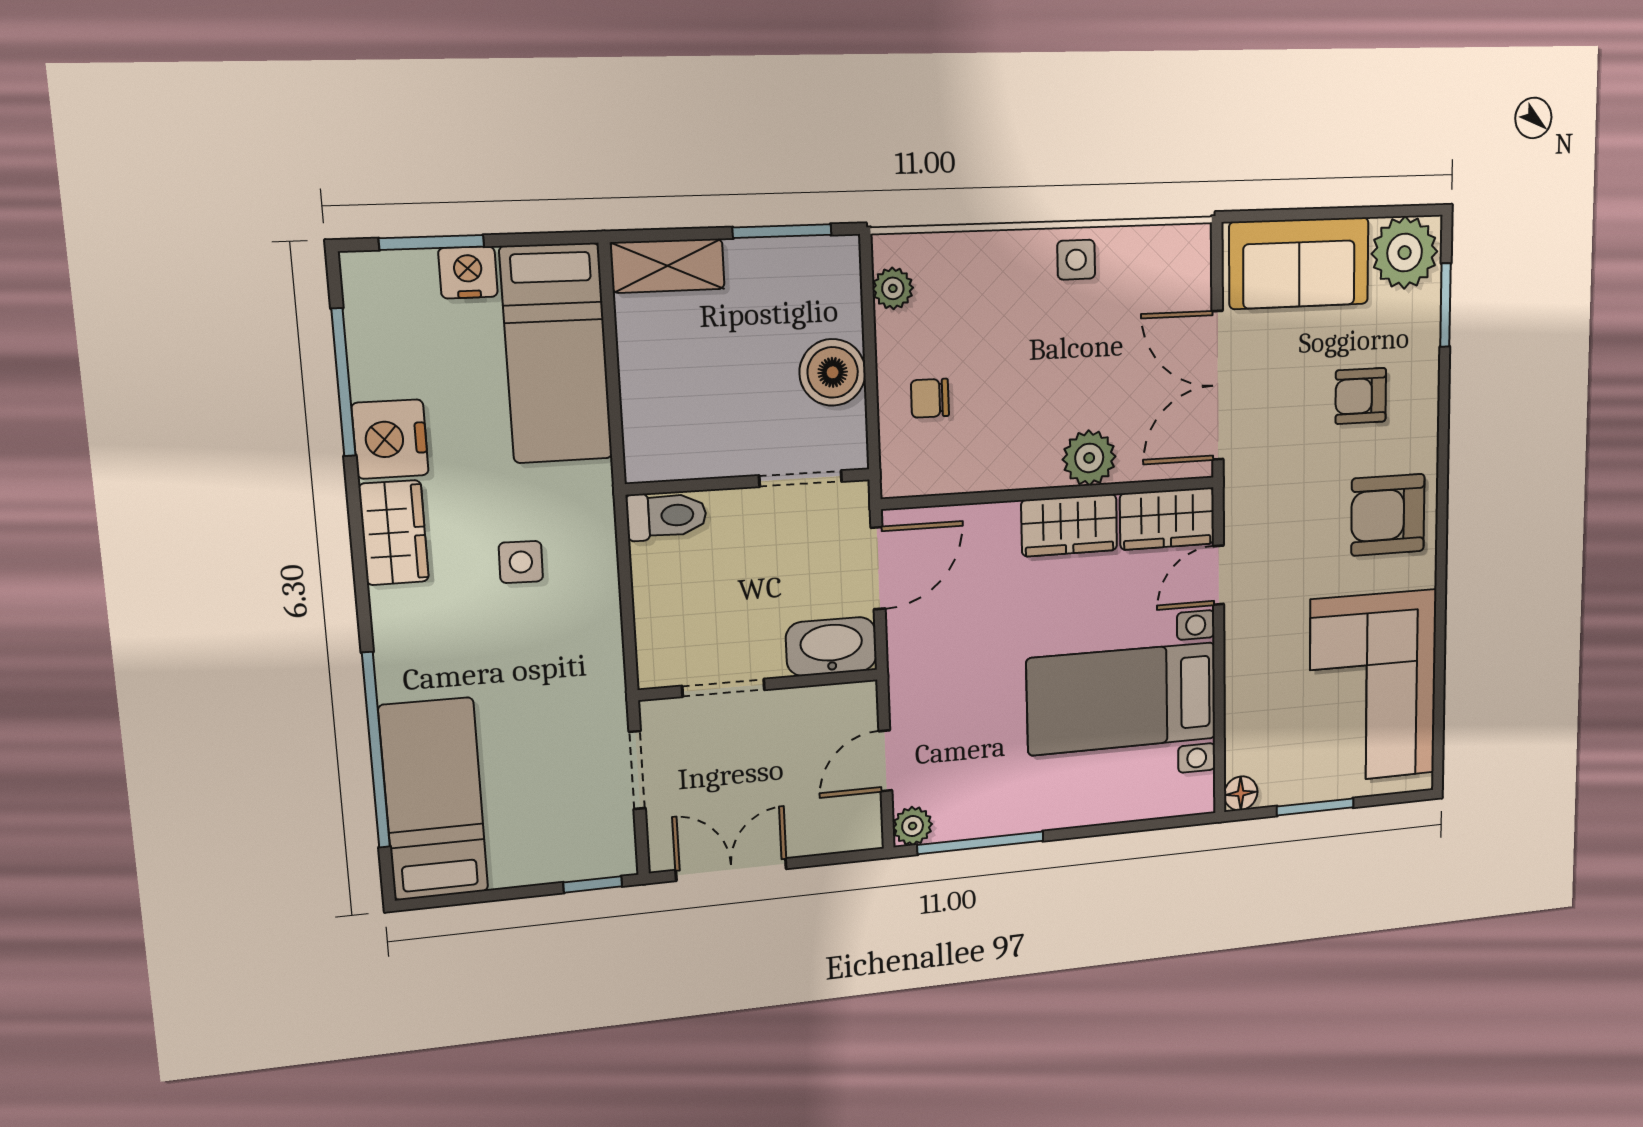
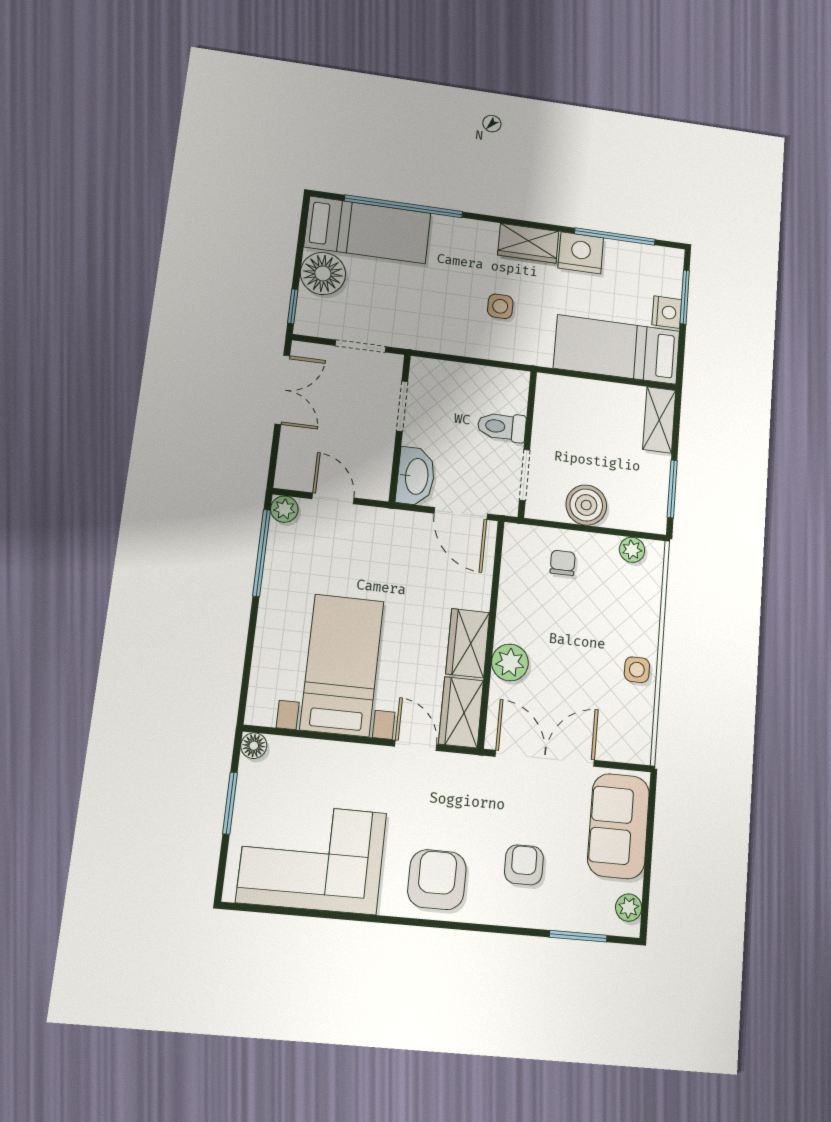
plant: (1405, 253) -> (629, 908), width x0.53, depth x0.53
toilet: (666, 516) -> (502, 427), moved, turned 90
floor lamp: (527, 852) -> (323, 273), added

